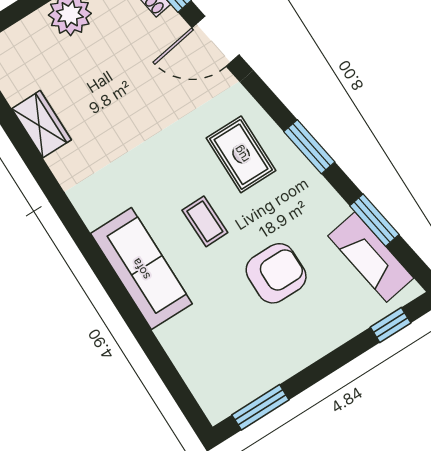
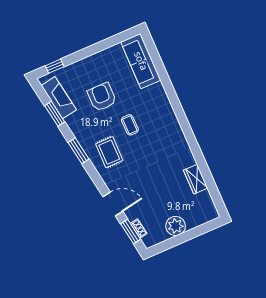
sofa: (141, 269) -> (141, 61), moved
armchair: (276, 273) -> (102, 97), turned 90
window: (260, 407) -> (118, 39), removed

